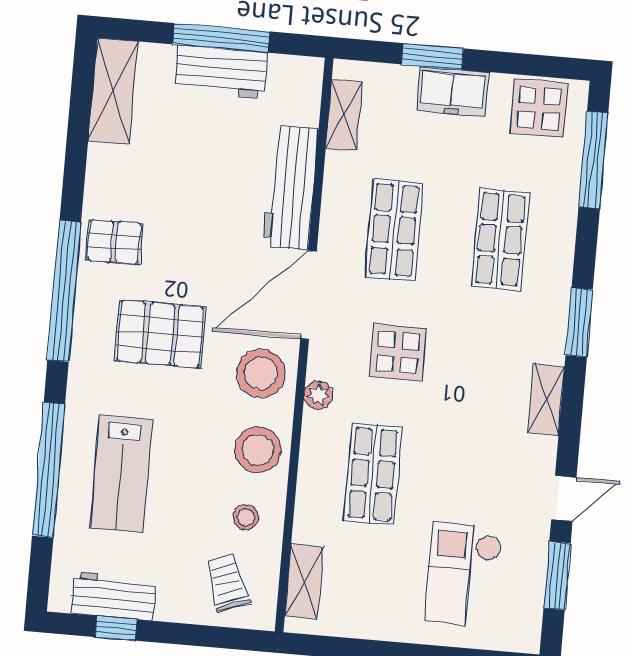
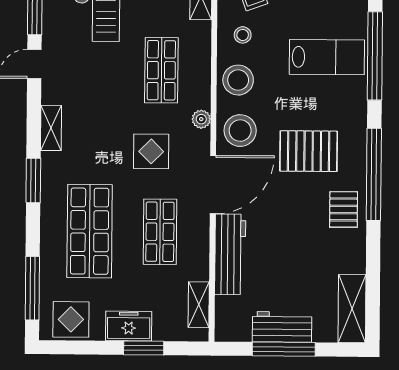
shop shelf: (500, 239) -> (90, 231), width x1.43, depth x1.36
pallet: (114, 242) -> (344, 209), turned 90
lab bench: (121, 474) -> (327, 57), turned 90

